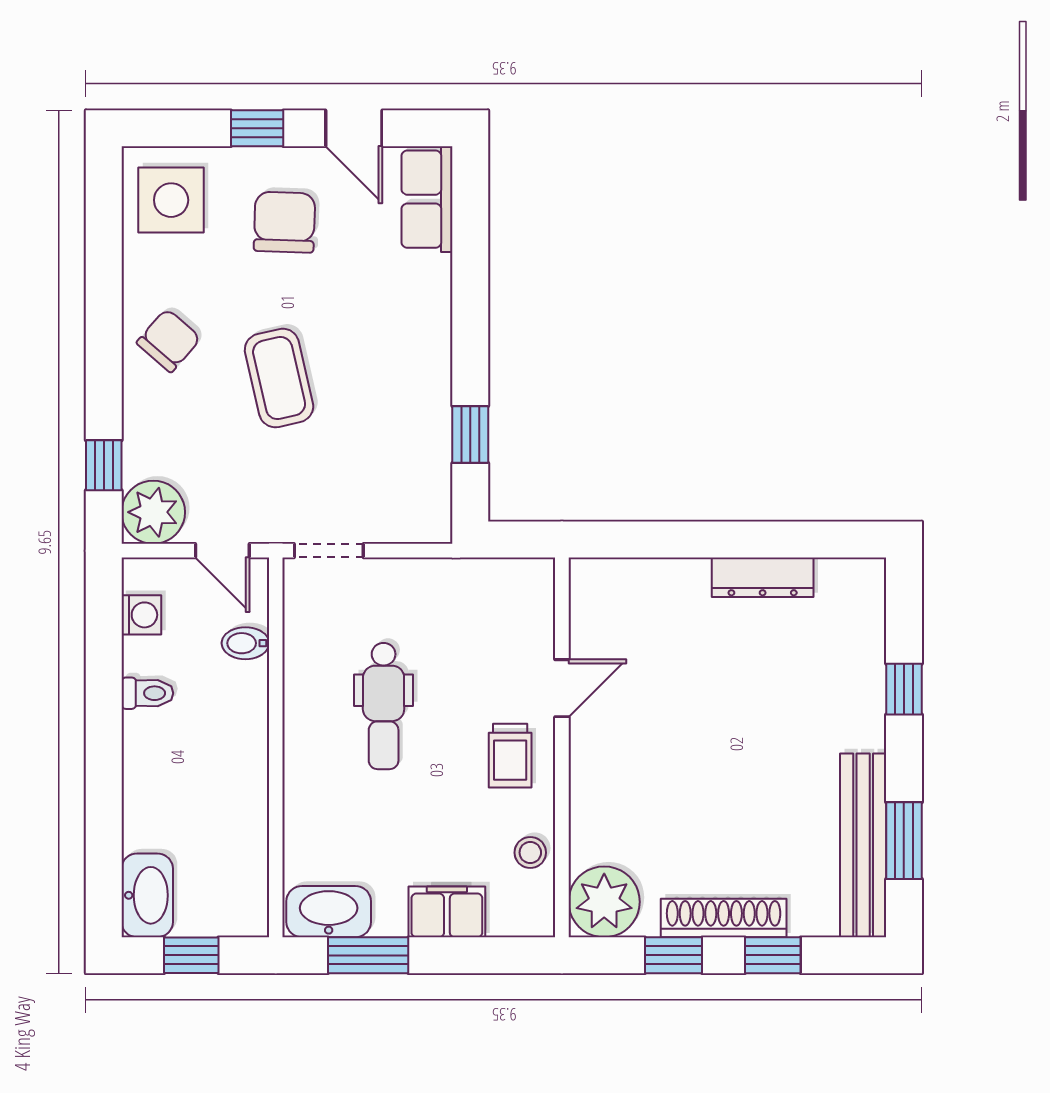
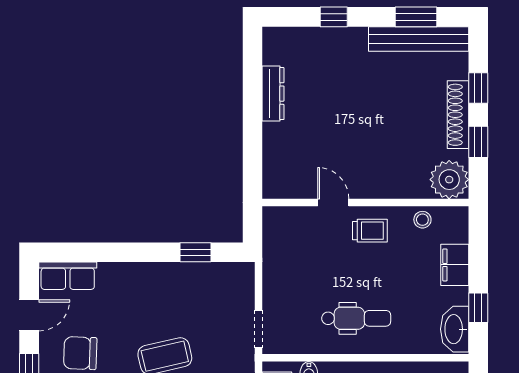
dental chair: (384, 706) -> (356, 318), moved
window: (368, 955) -> (478, 308), width x0.67

